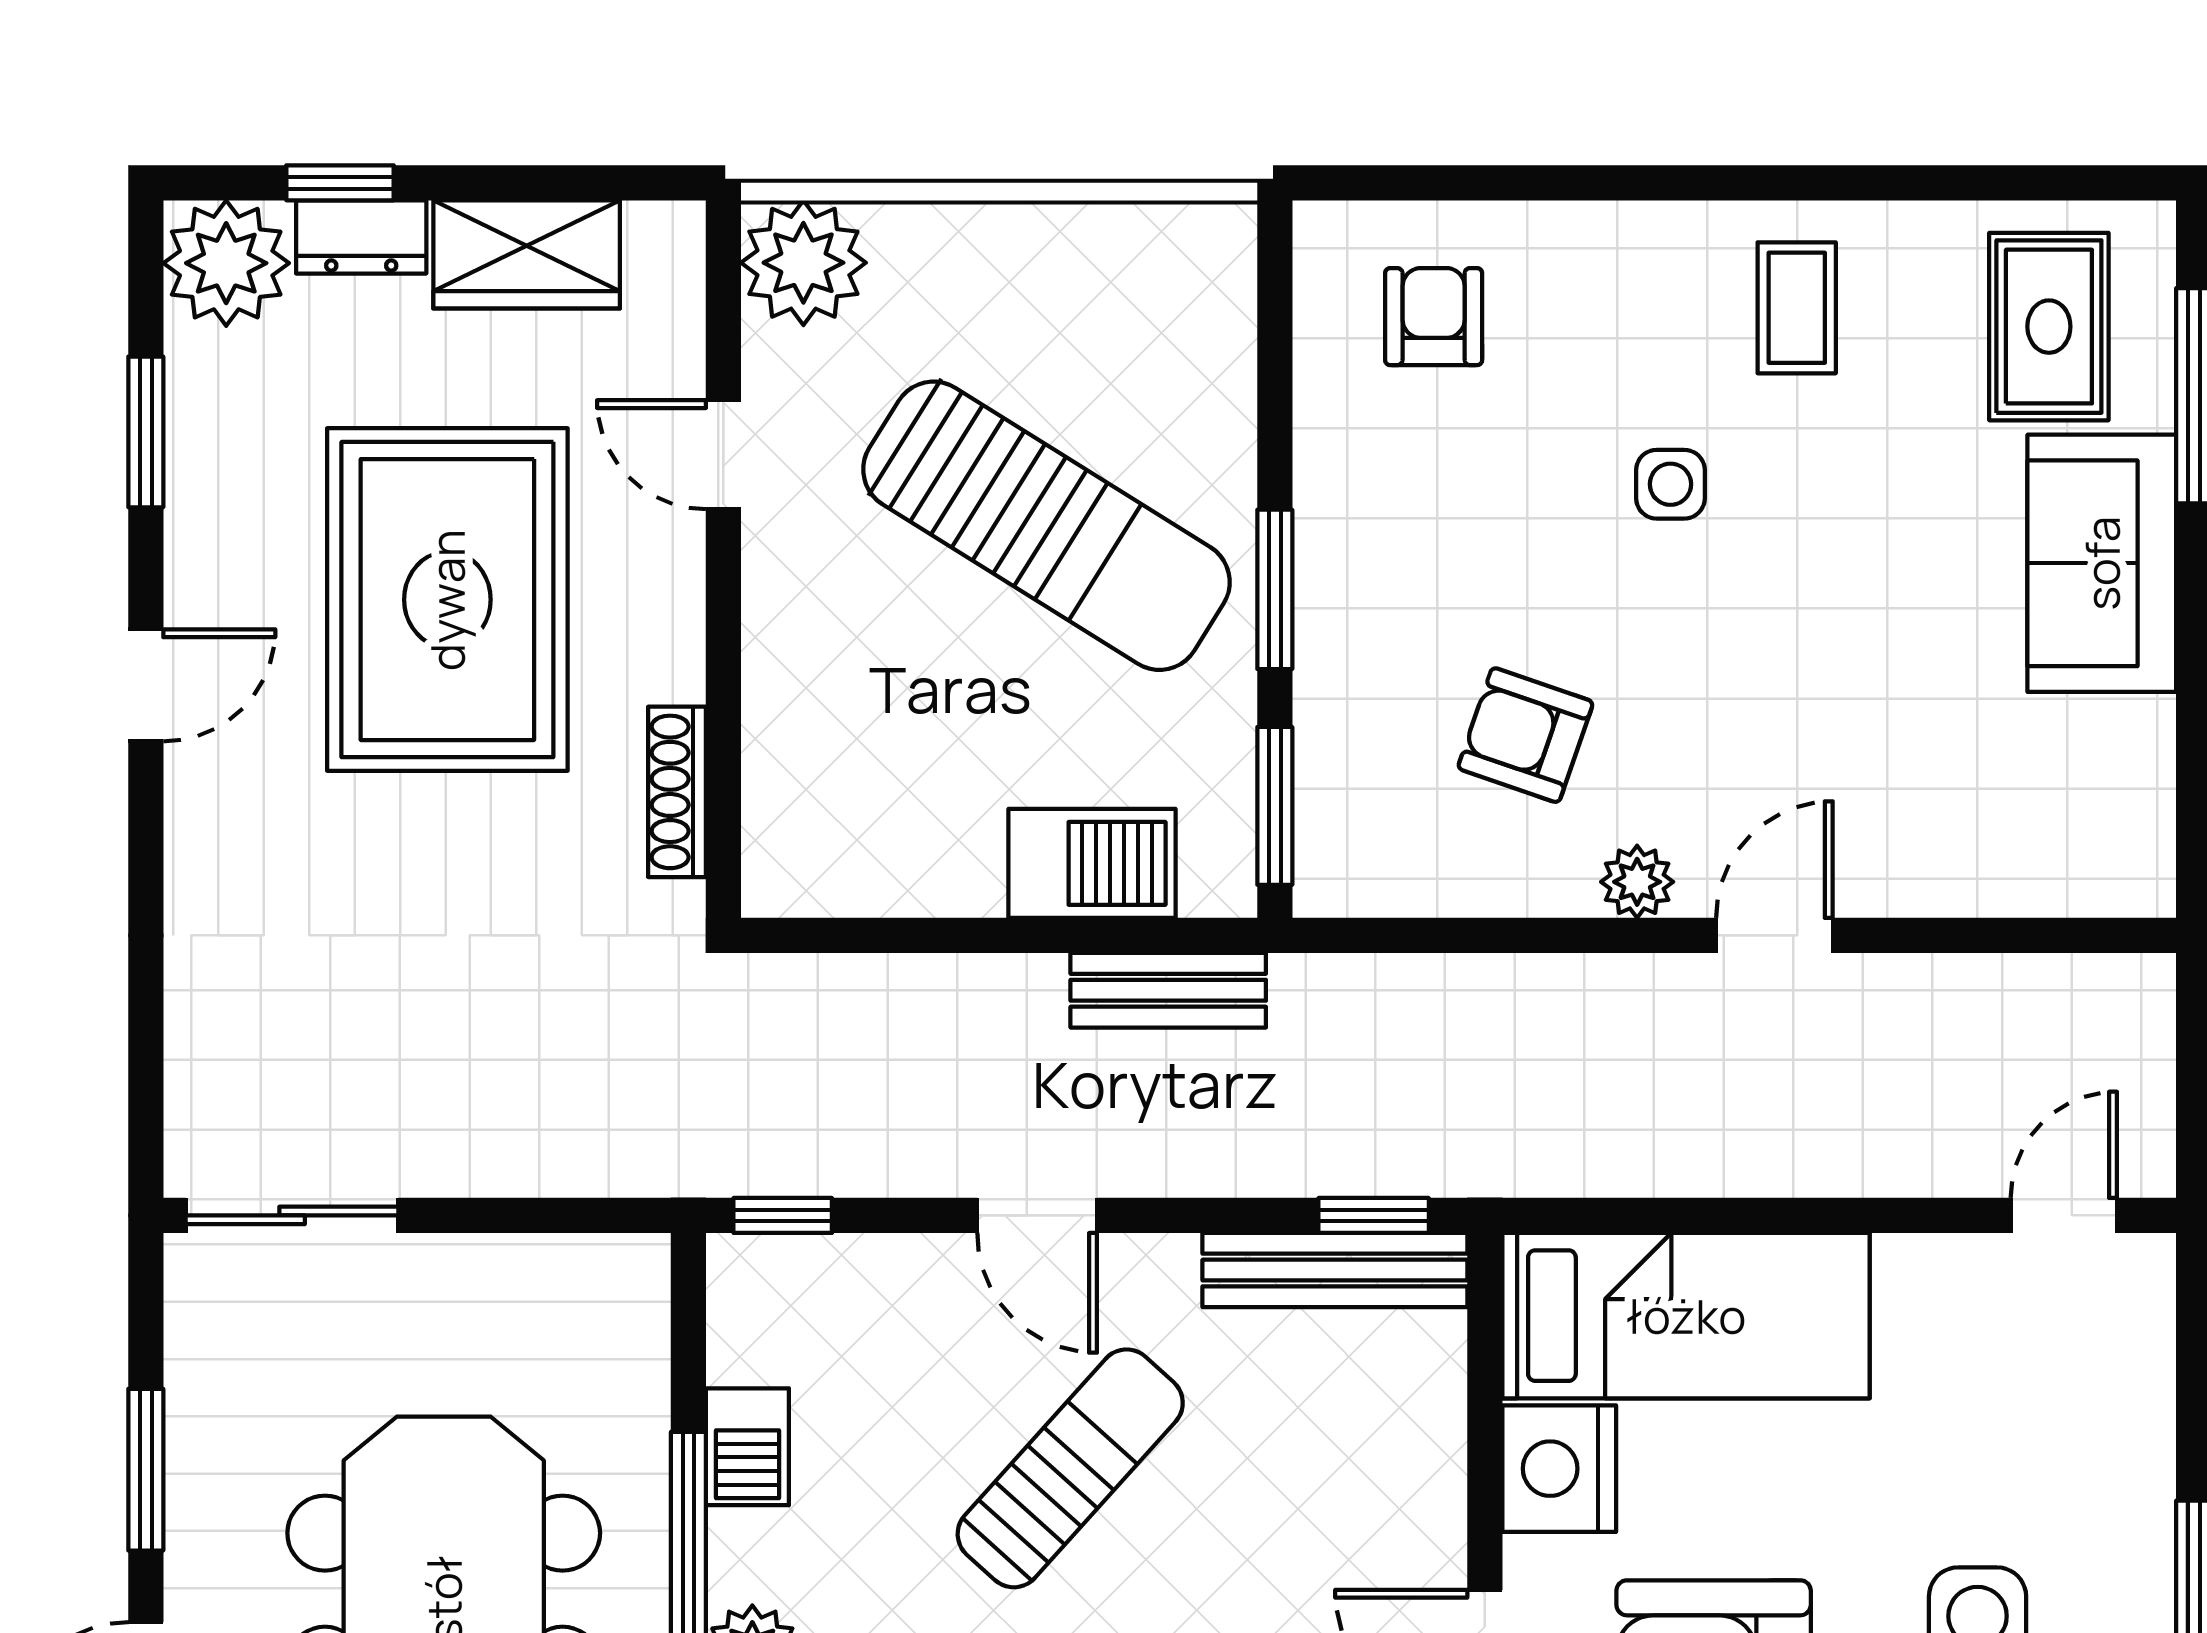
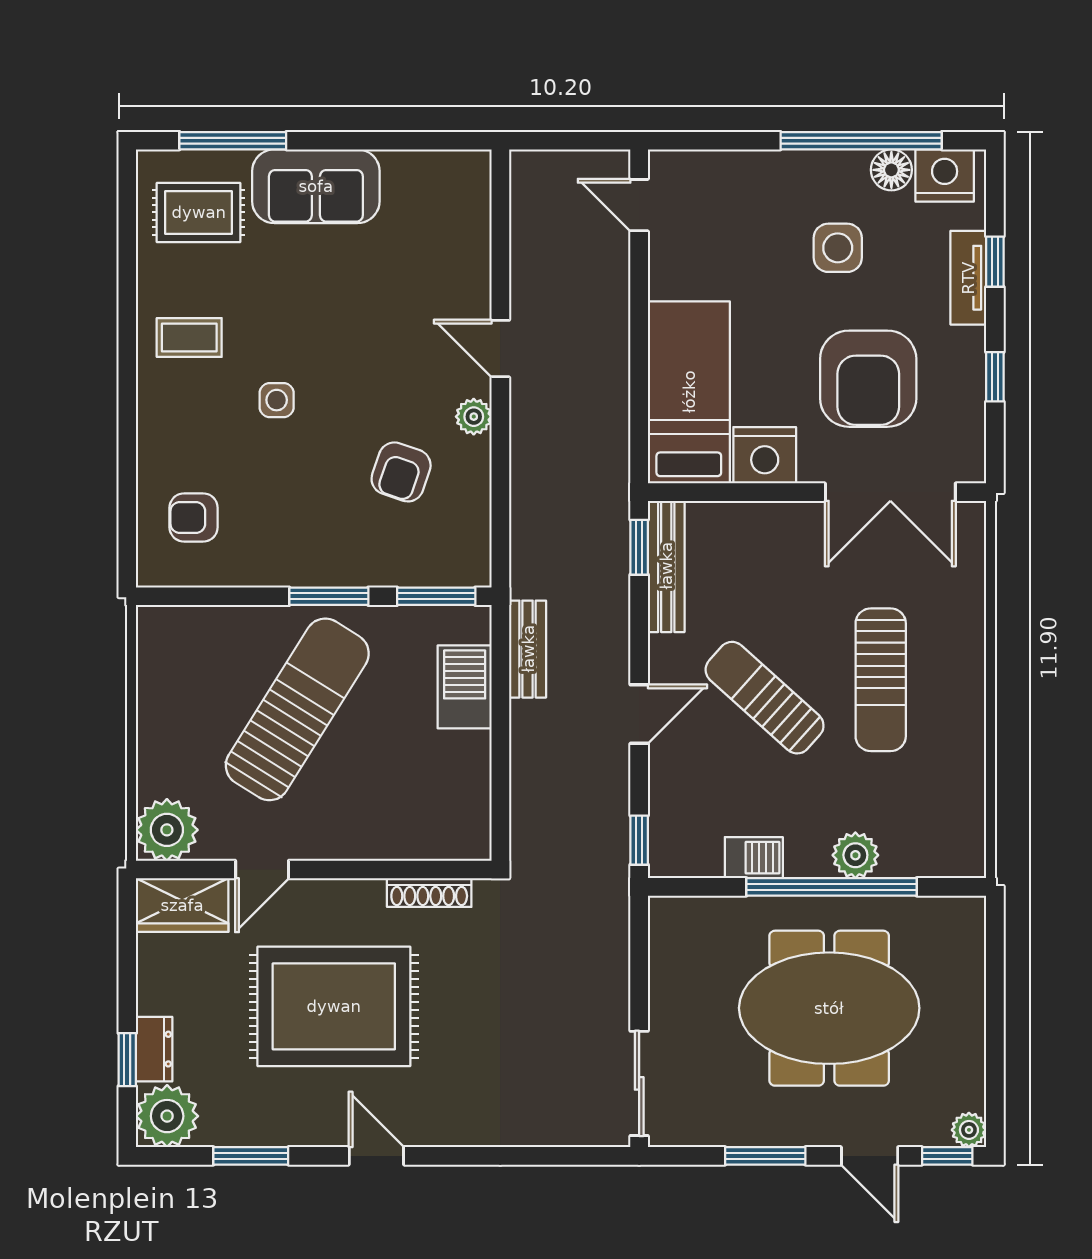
wardrobe: (527, 254) -> (182, 905), moved, turned 90

